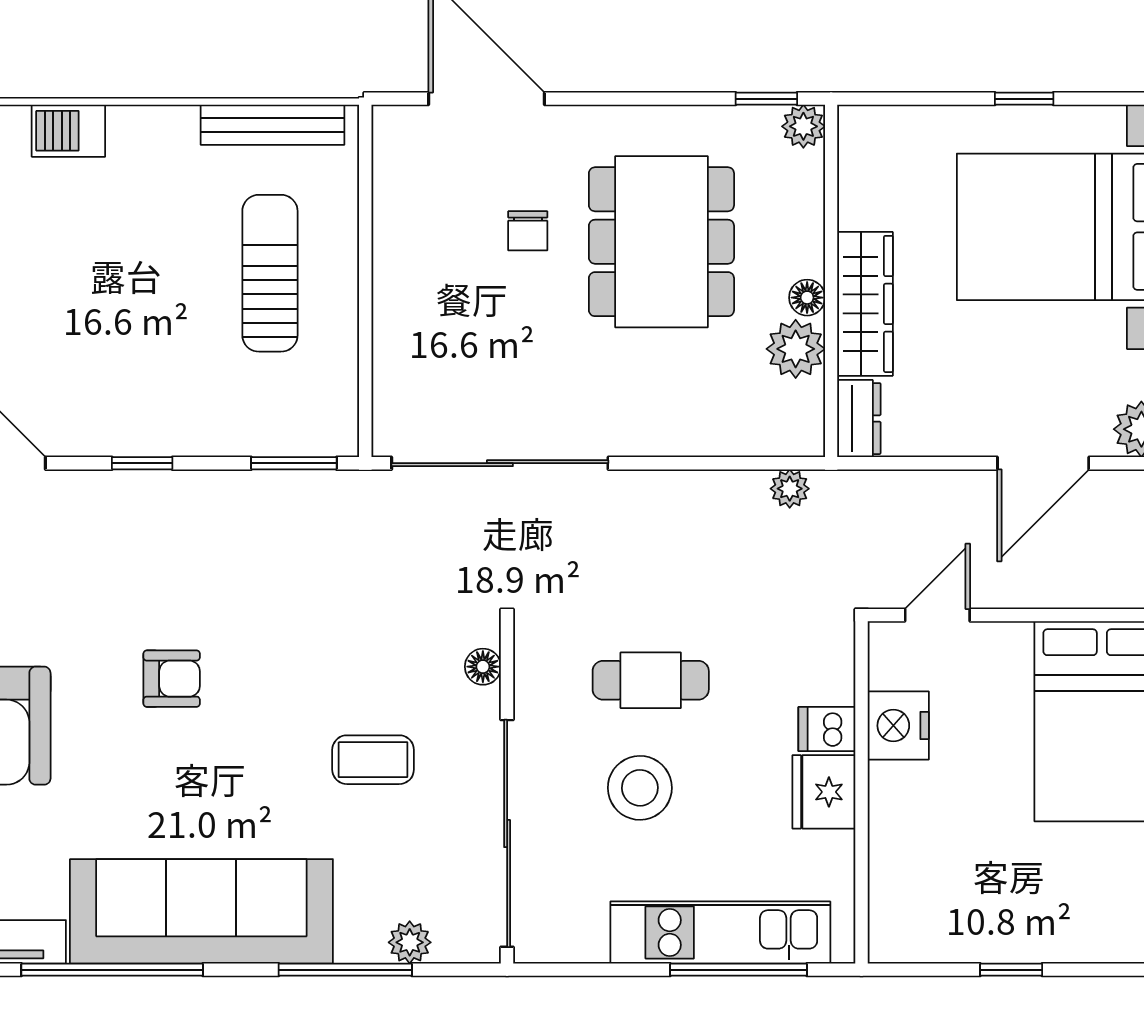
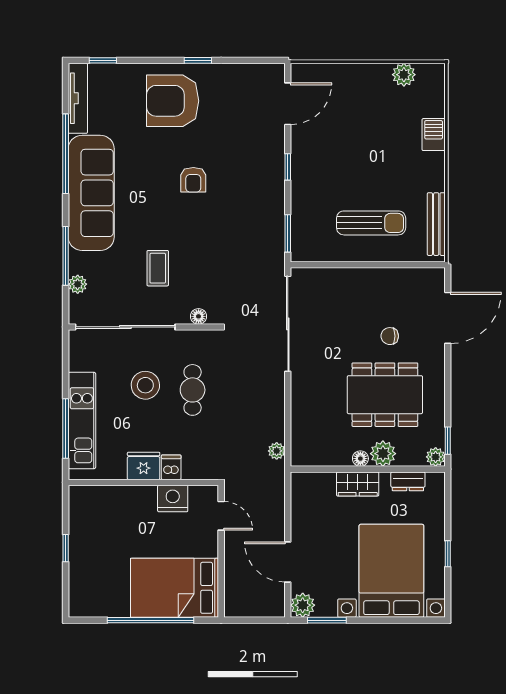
wardrobe: (865, 304) -> (358, 484), width x0.67
plant: (796, 349) -> (383, 454), moved
dresser: (859, 419) -> (408, 481), moved

